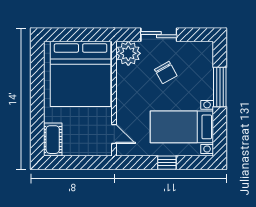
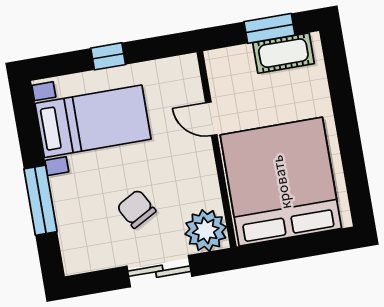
door: (114, 134) -> (211, 119), moved
cot: (53, 140) -> (283, 53), moved, turned 90
window: (72, 163) -> (269, 28), added

